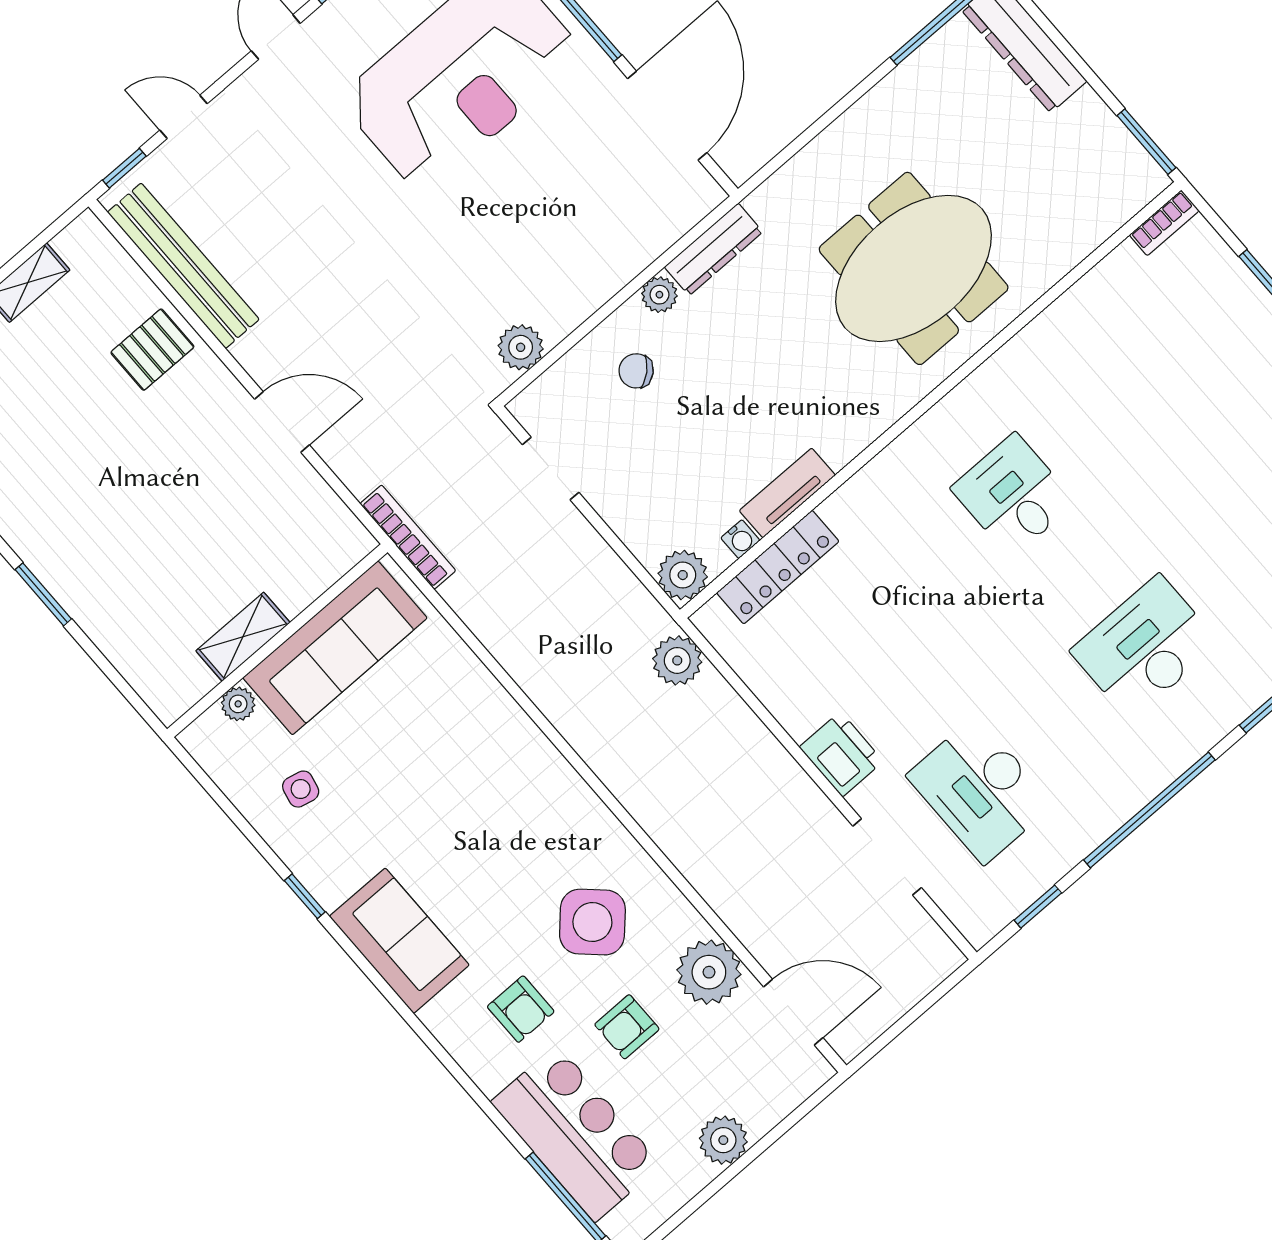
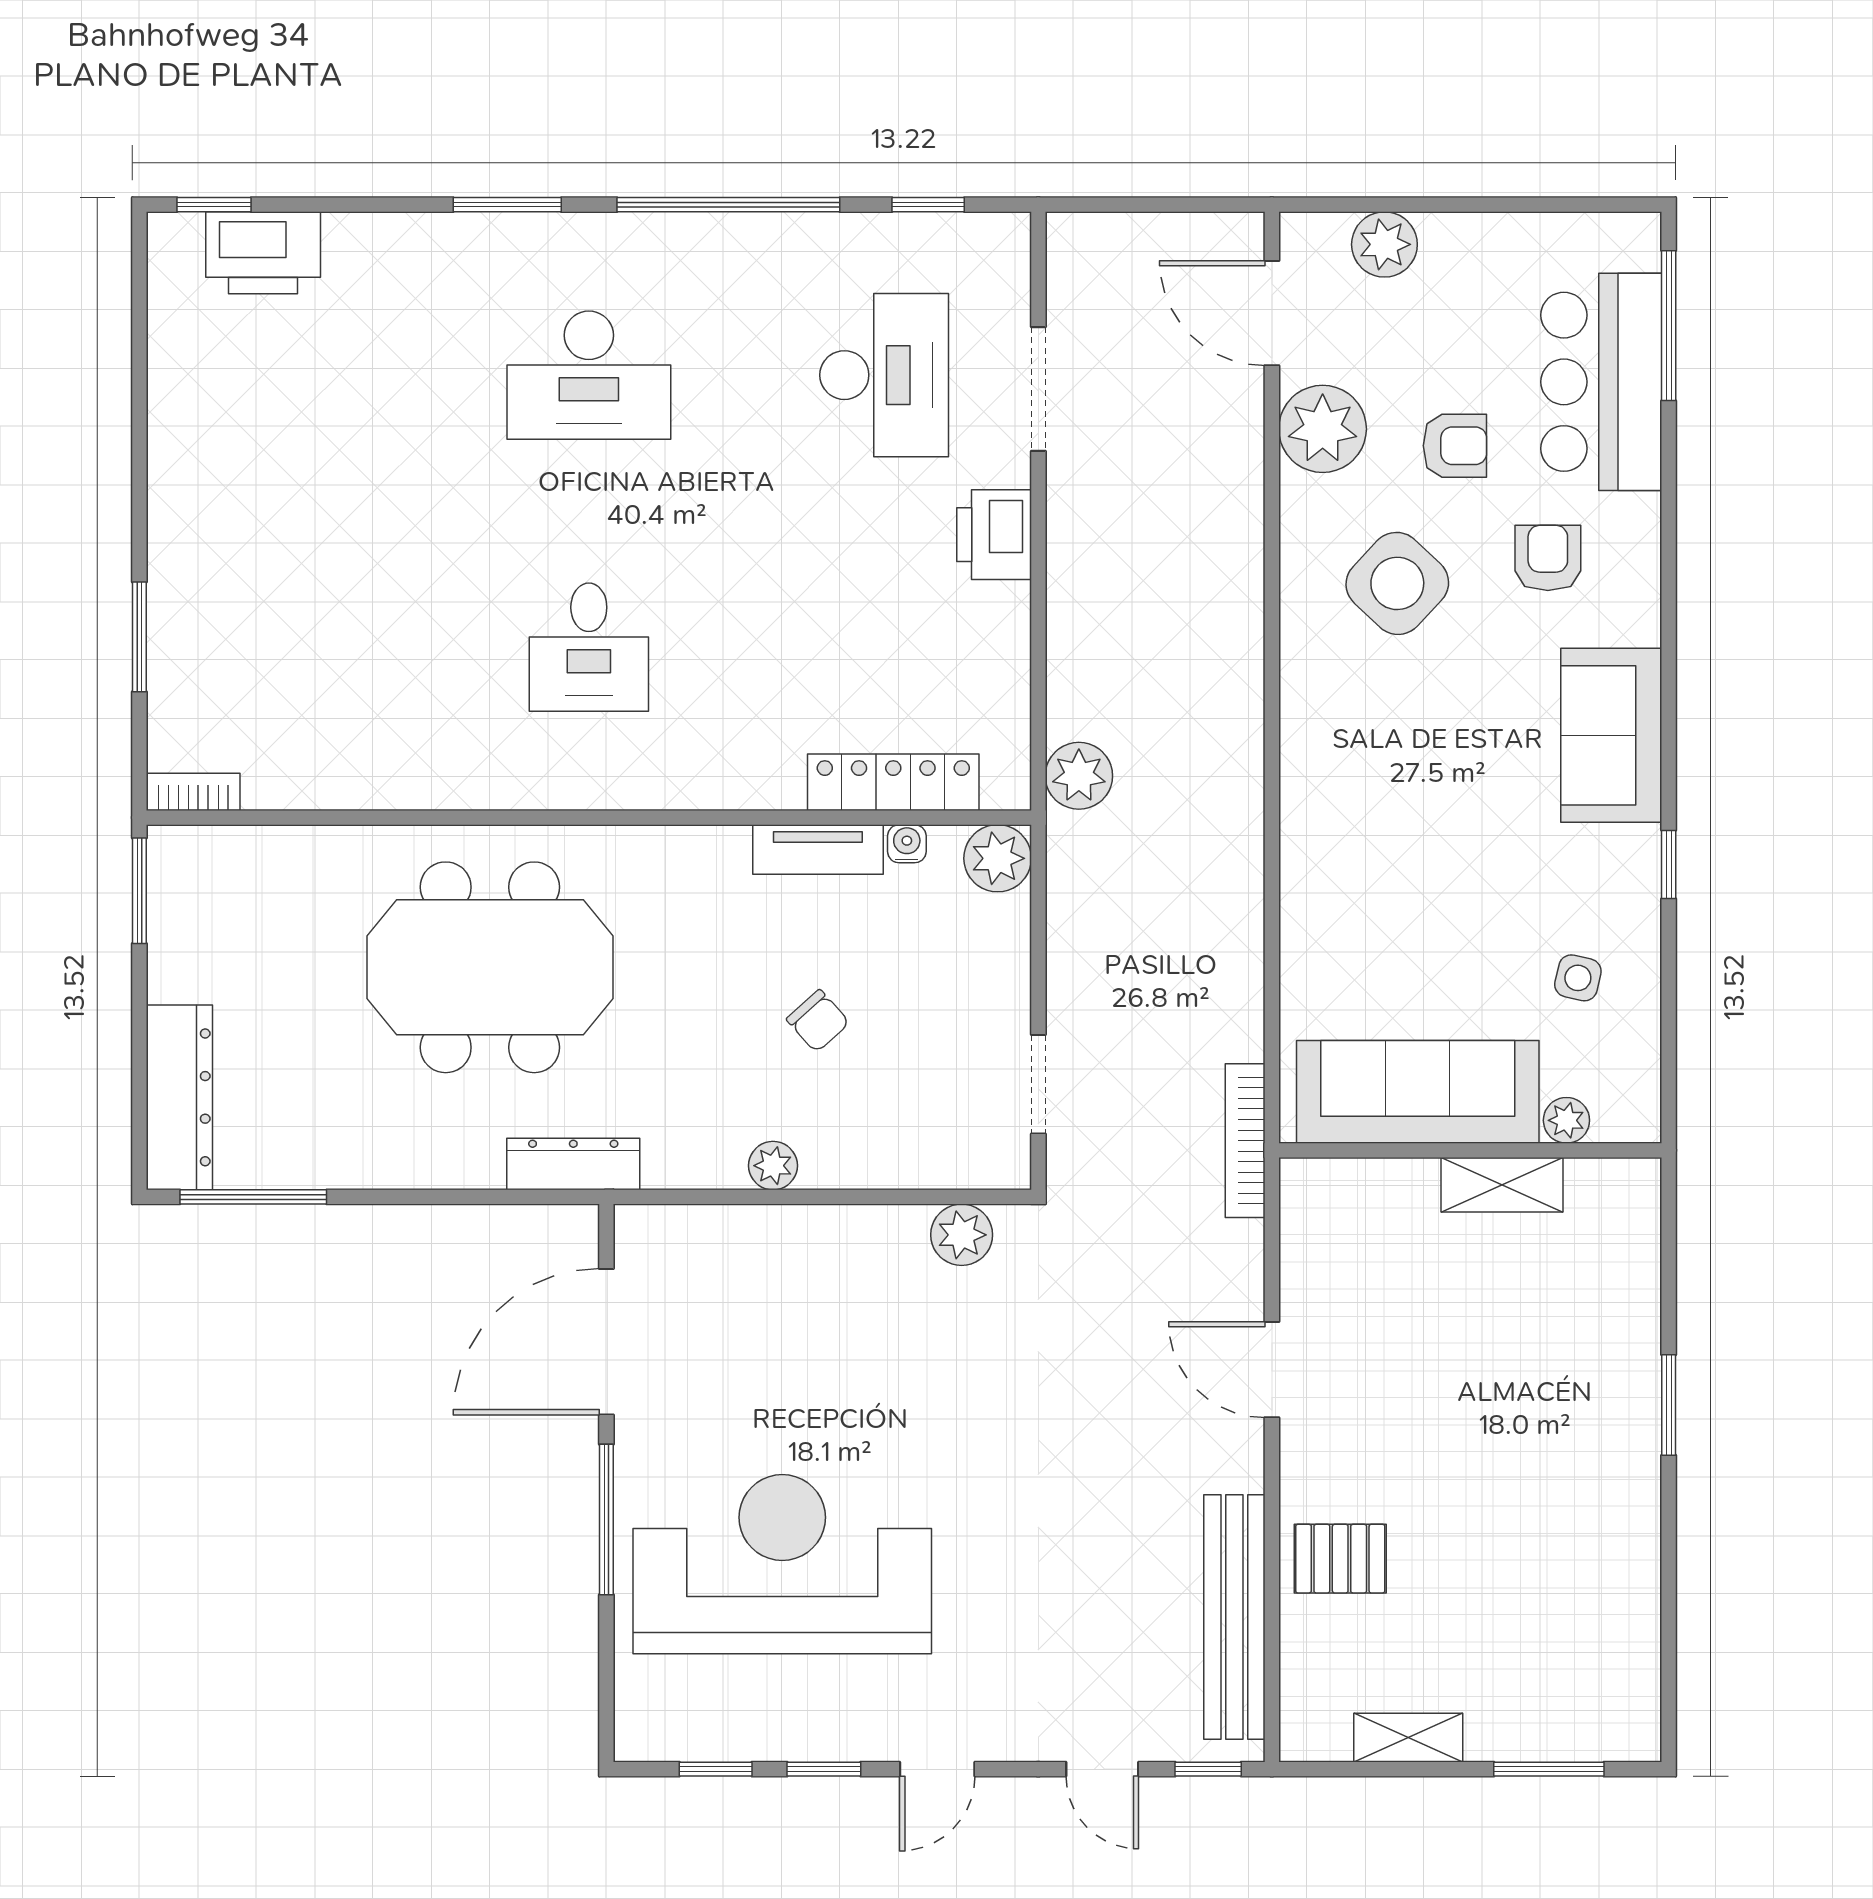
dresser: (714, 249) -> (573, 1164), moved
chair: (636, 371) -> (818, 1021), moved
plant: (723, 1140) -> (1384, 244), moved

